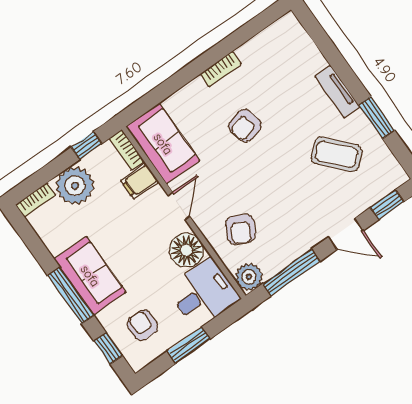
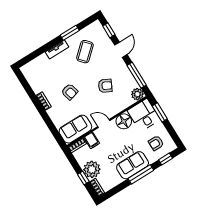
window: (86, 145) -> (83, 178), moved
armchair: (241, 229) -> (105, 86), moved
window: (189, 345) -> (160, 112), moved

